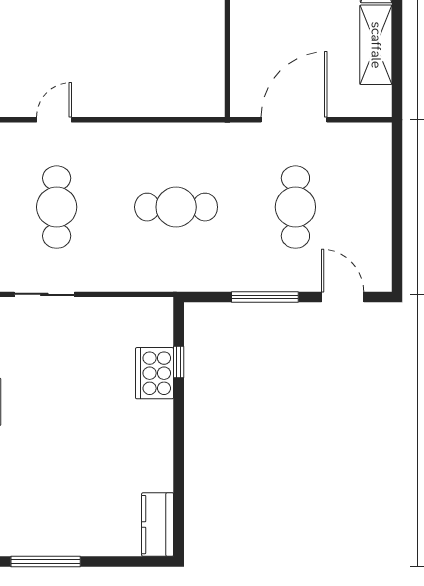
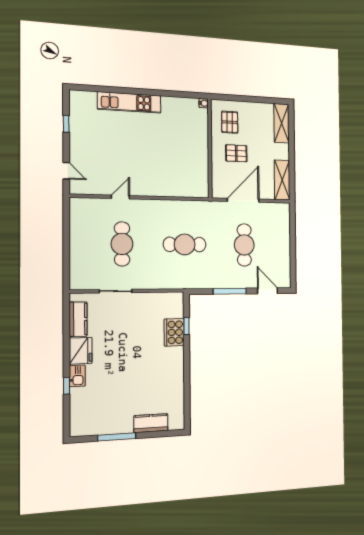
pallet: (281, 28) -> (236, 153), added
shelving: (376, 45) -> (282, 180), moved
kitchen counter: (158, 525) -> (151, 423), moved, turned 90

